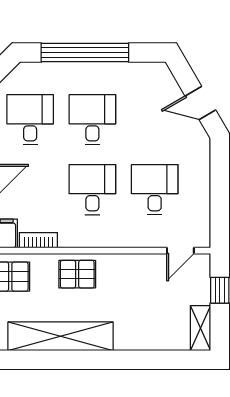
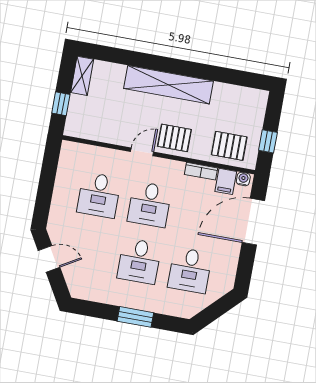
window: (85, 52) -> (135, 317), width x0.47
door: (180, 251) -> (142, 152), moved
shelving: (60, 336) -> (168, 85), moved

